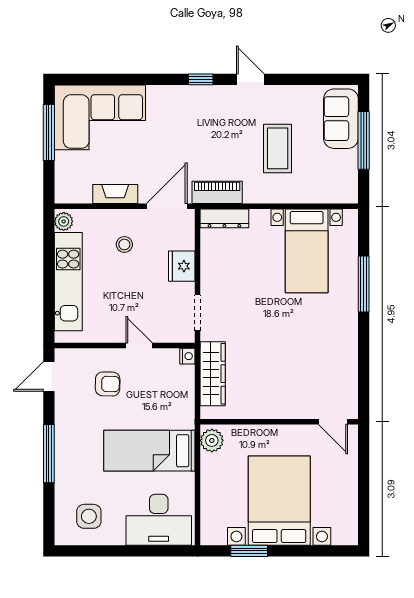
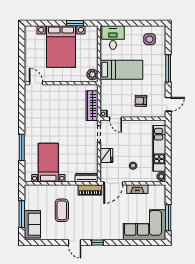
door: (139, 346) -> (116, 119), moved
desk: (159, 520) -> (113, 38), width x0.73

